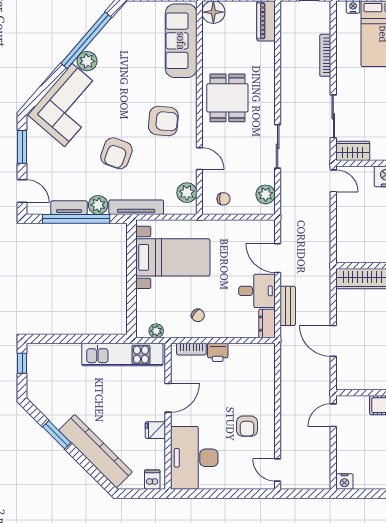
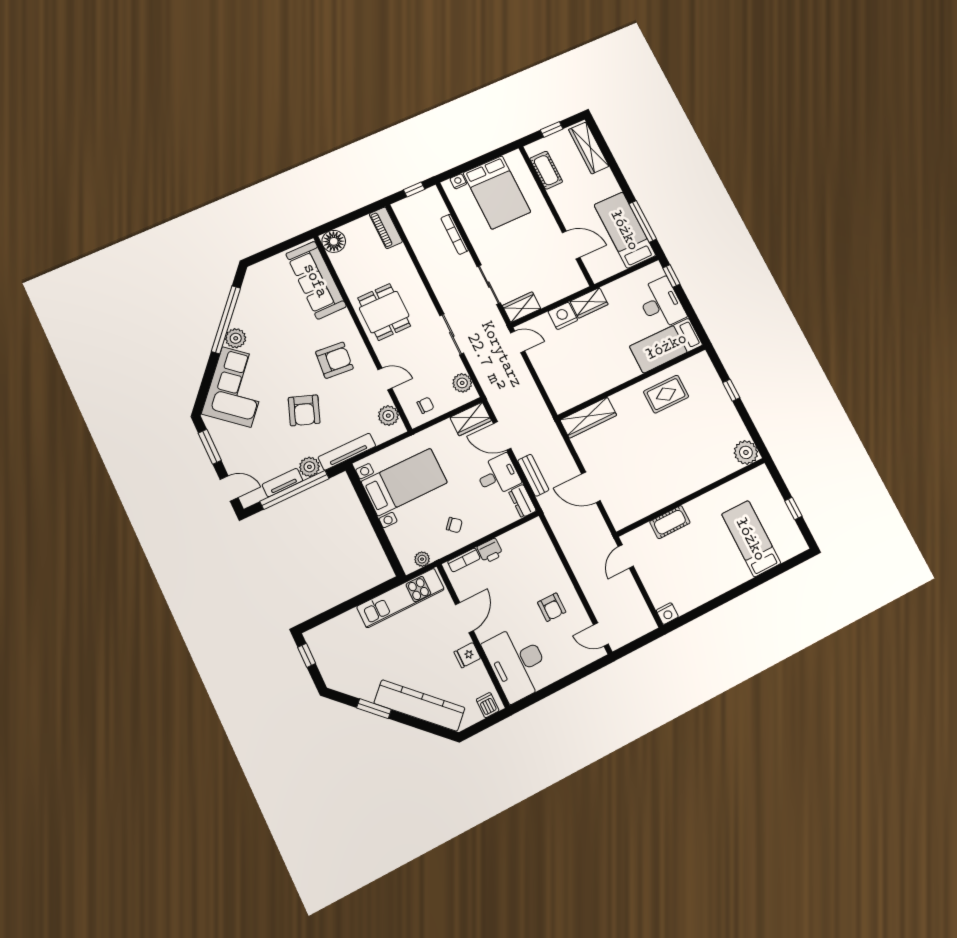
wardrobe: (257, 230) -> (471, 419), added

